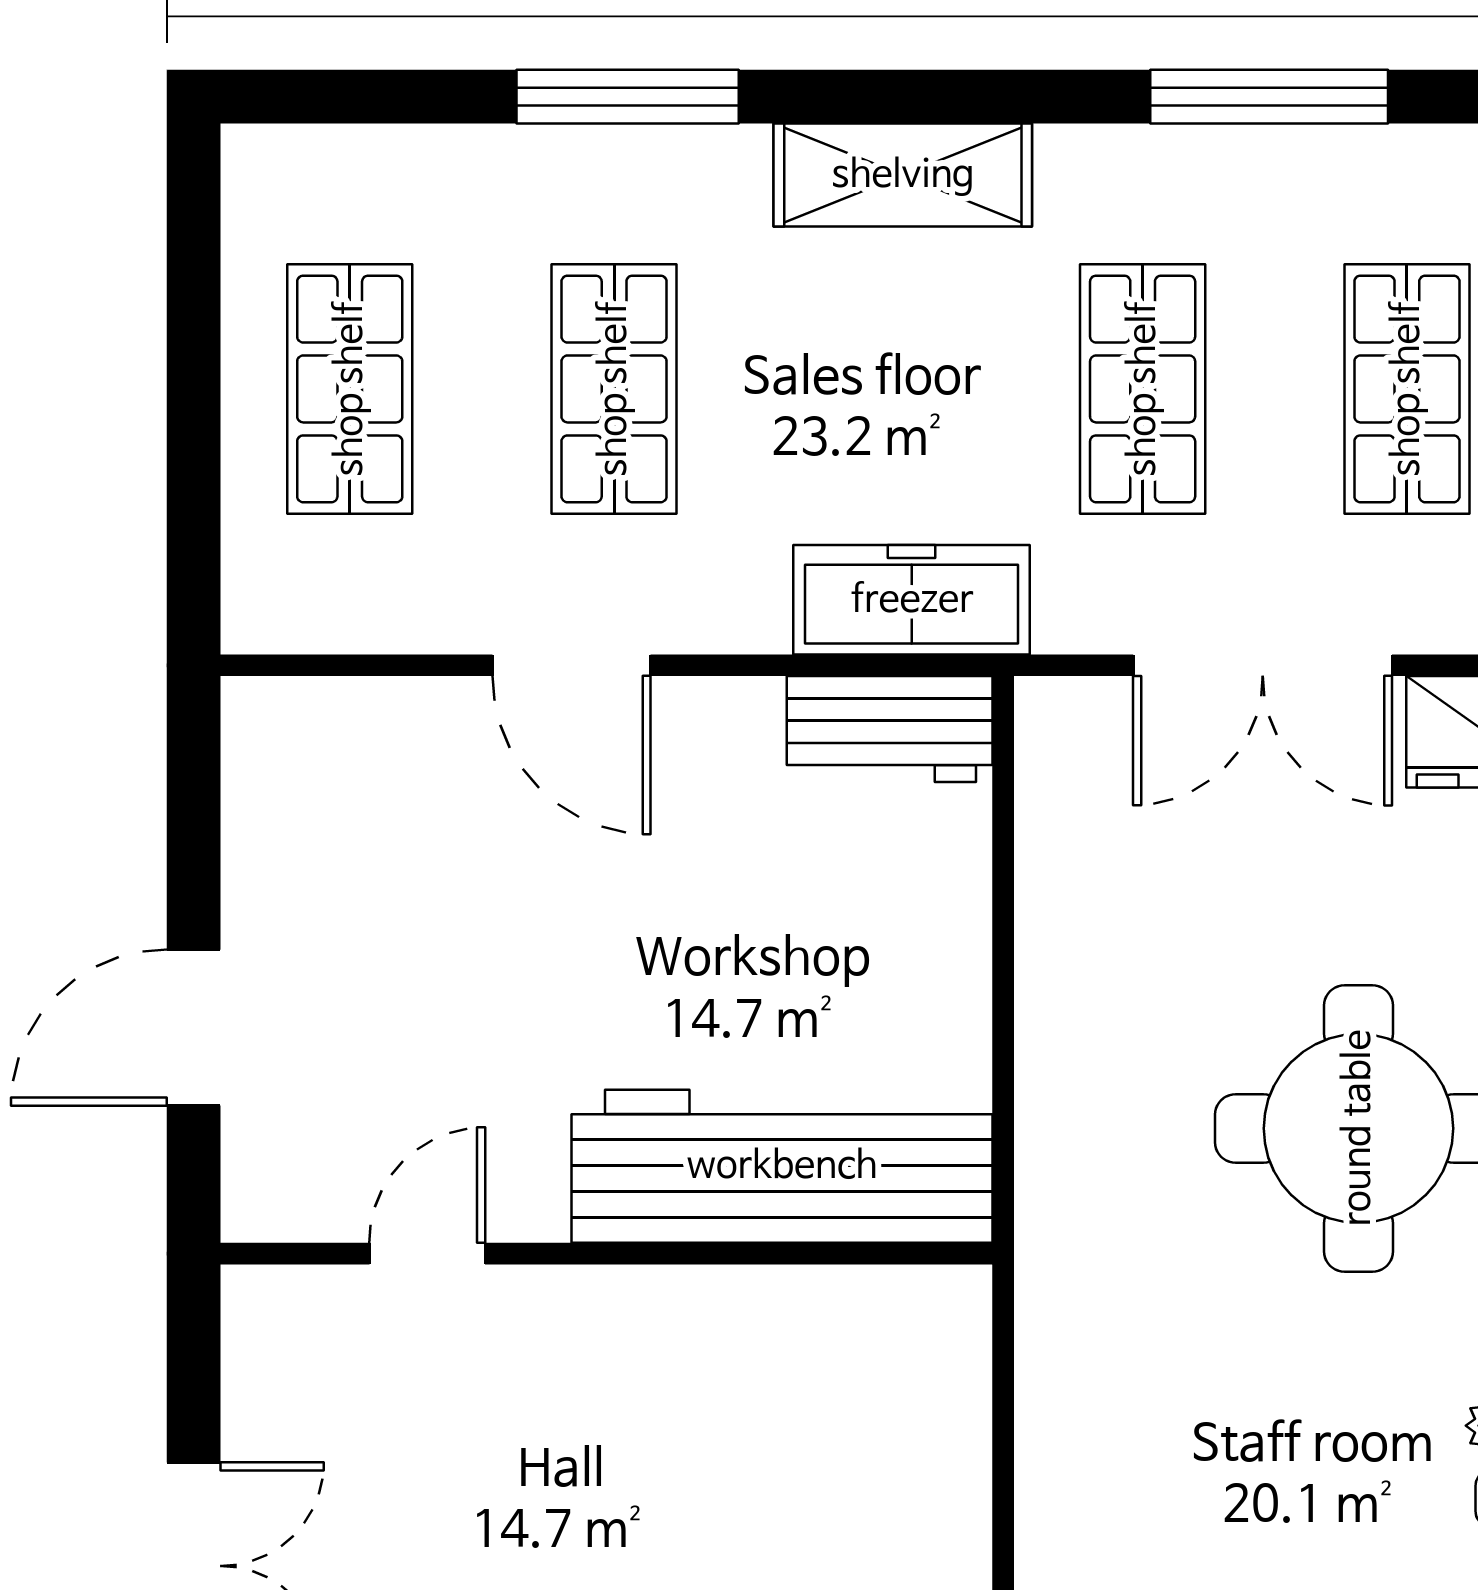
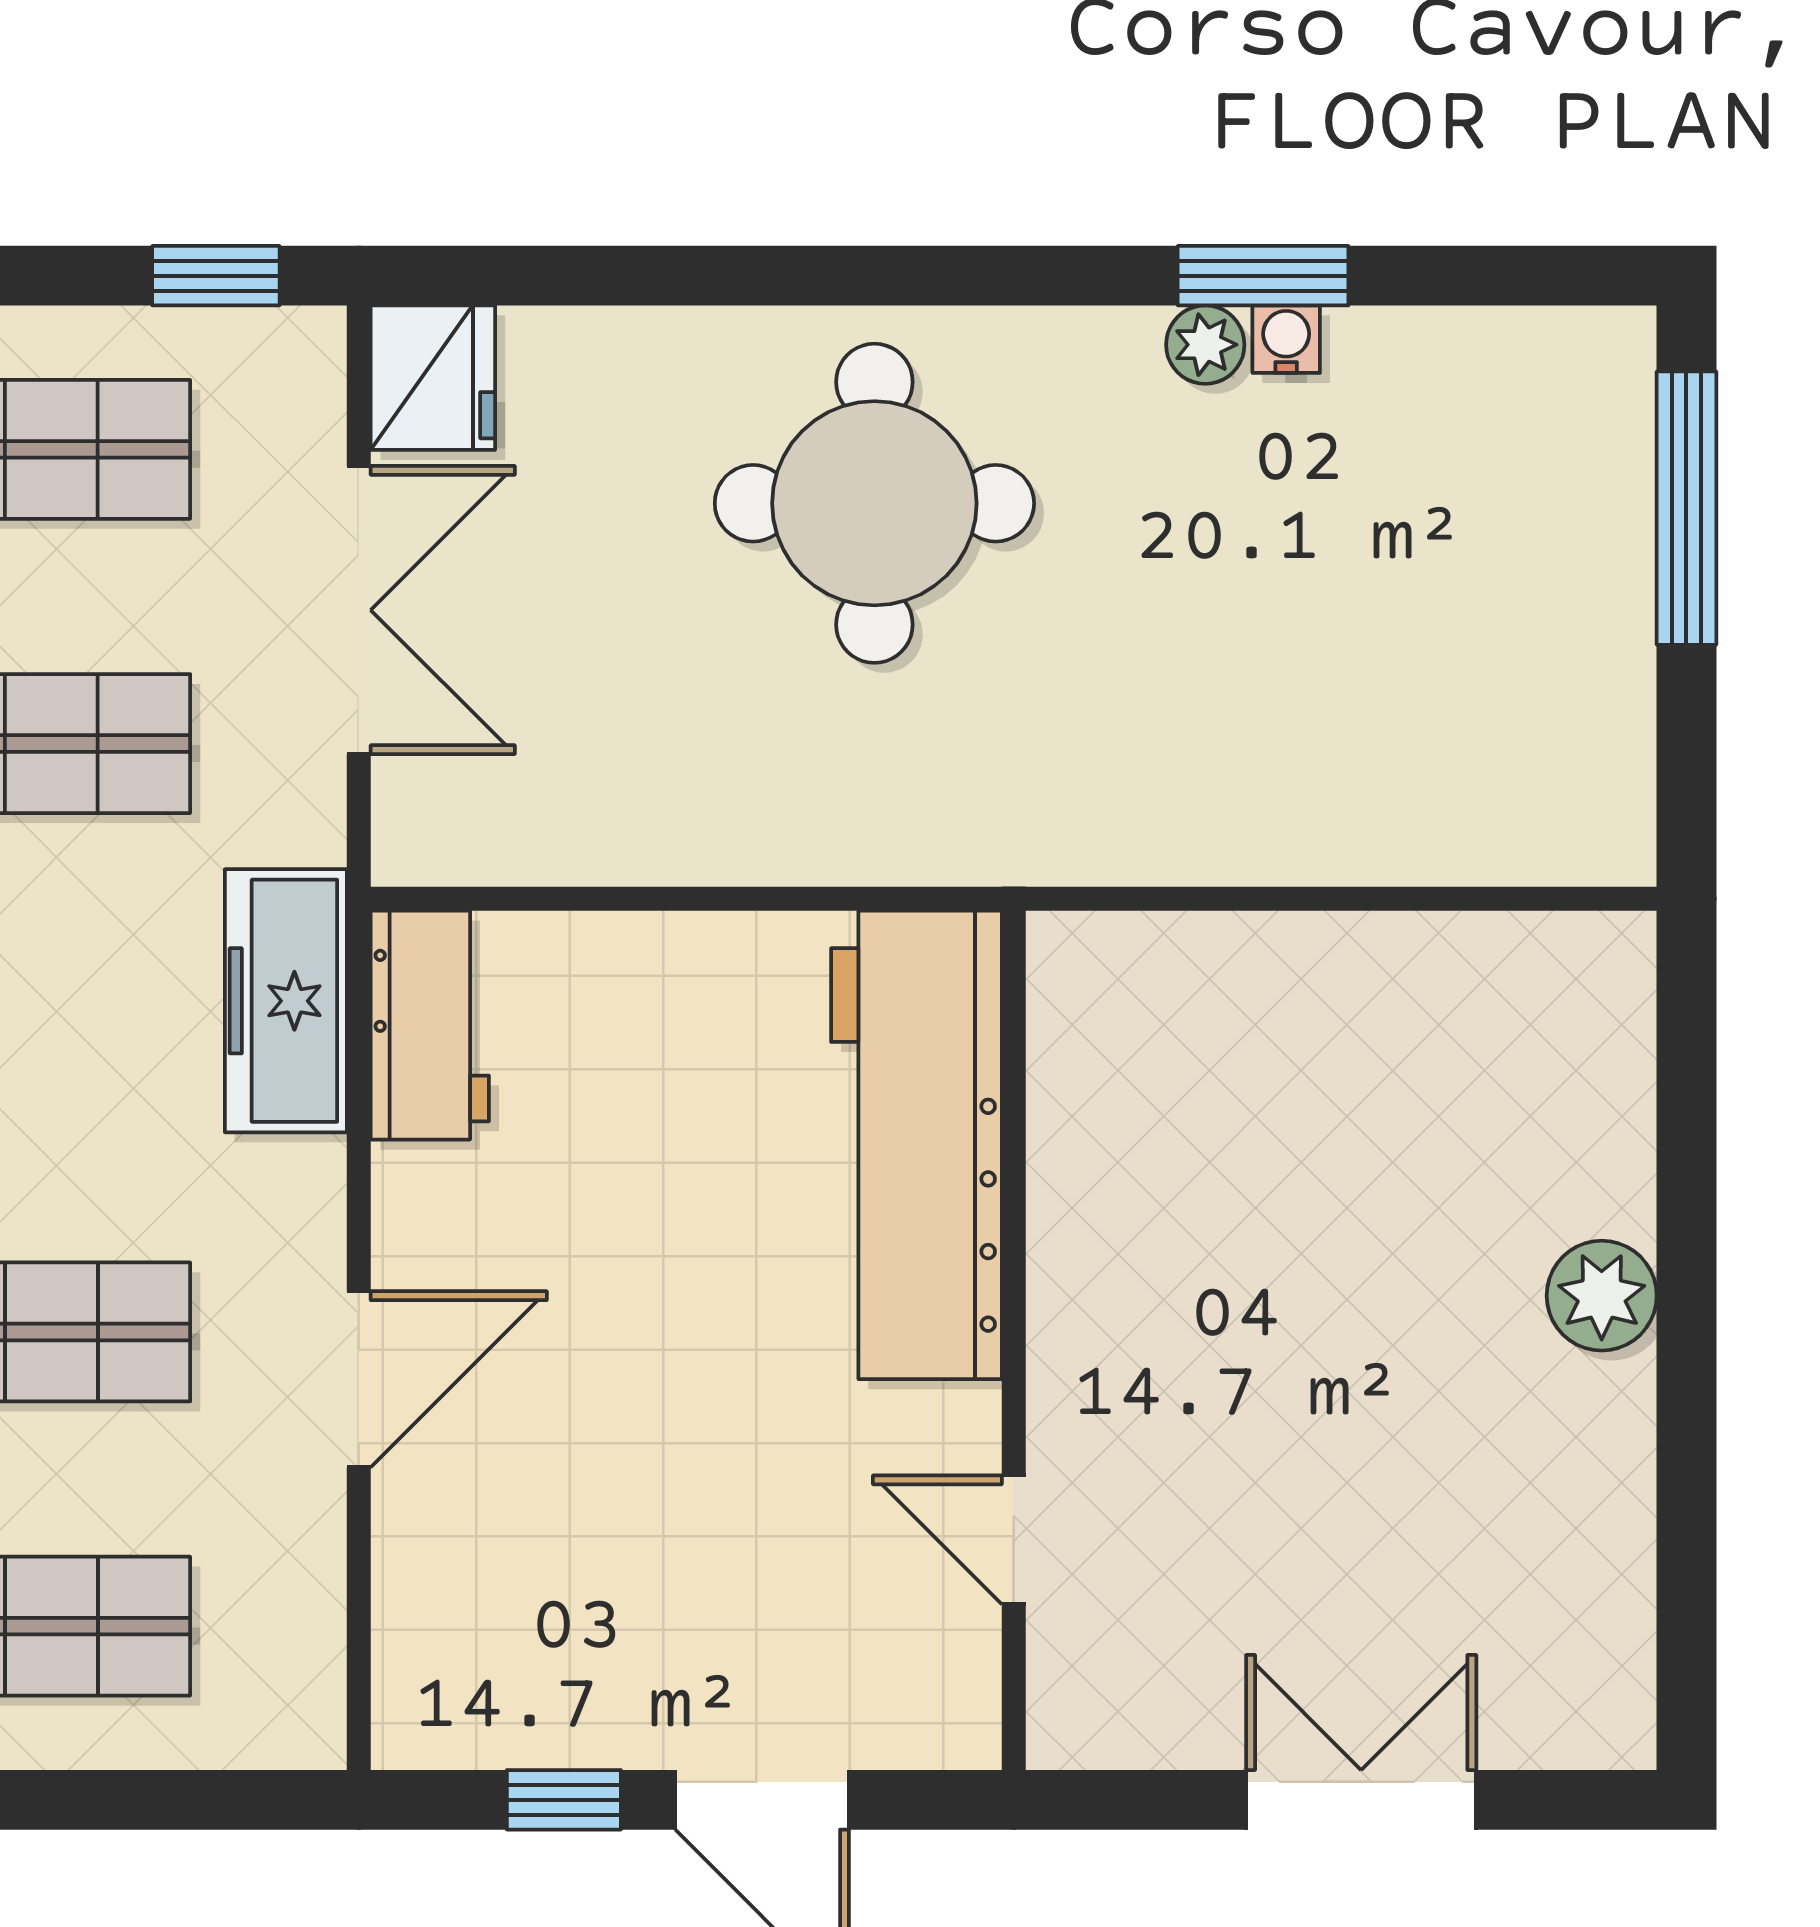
window: (194, 850) -> (564, 1800), added

